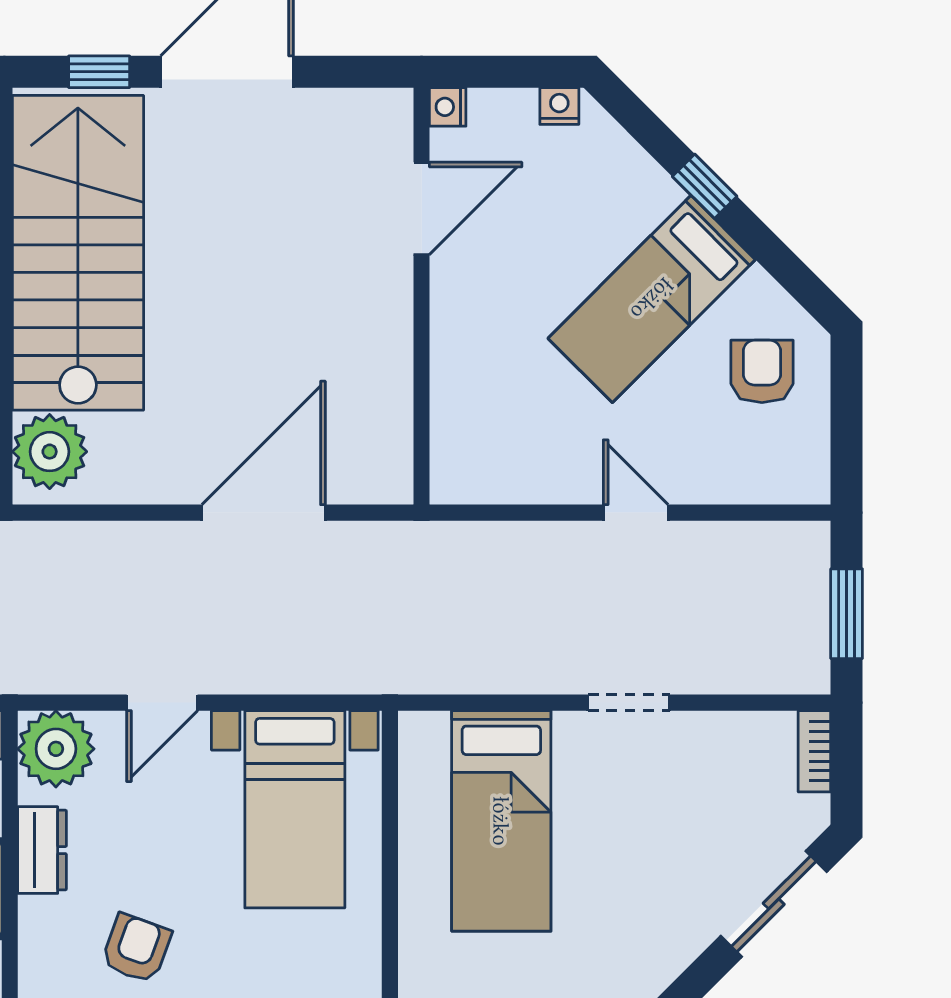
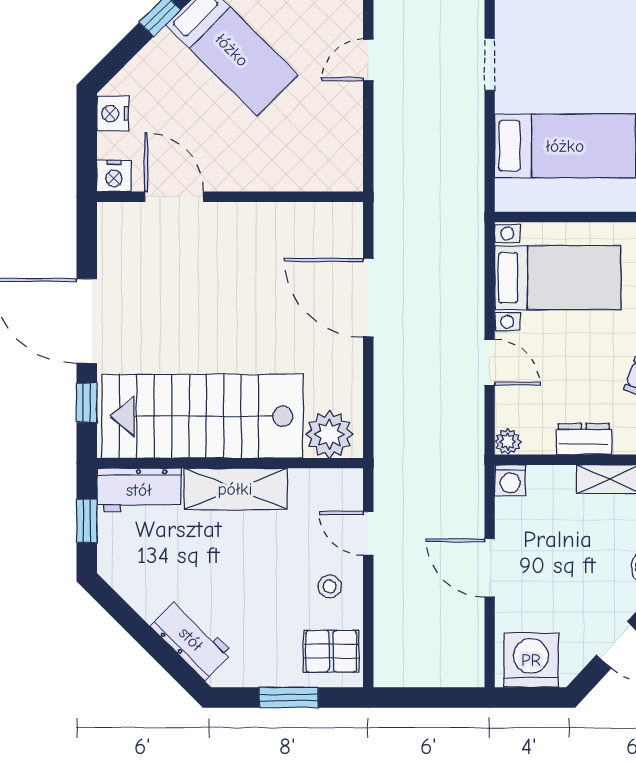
nightstand: (559, 106) -> (113, 114), width x1.39, depth x1.35
nightstand: (448, 107) -> (114, 176), width x1.39, depth x1.35
plant: (56, 749) -> (508, 442), width x0.53, depth x0.53

